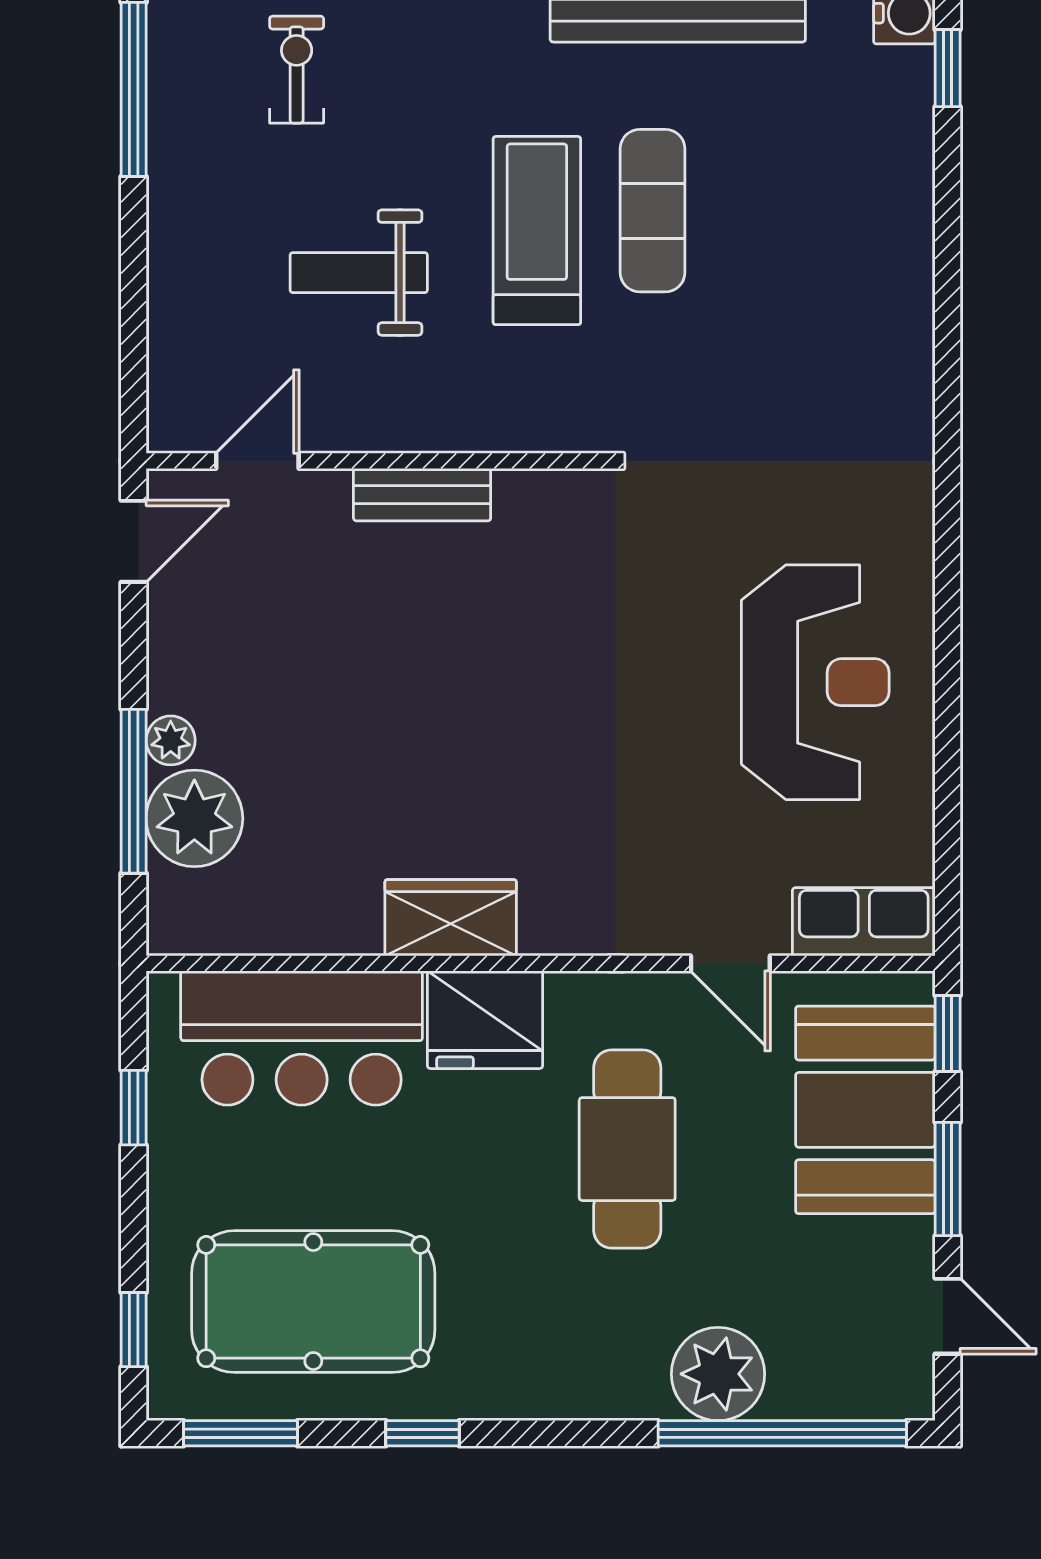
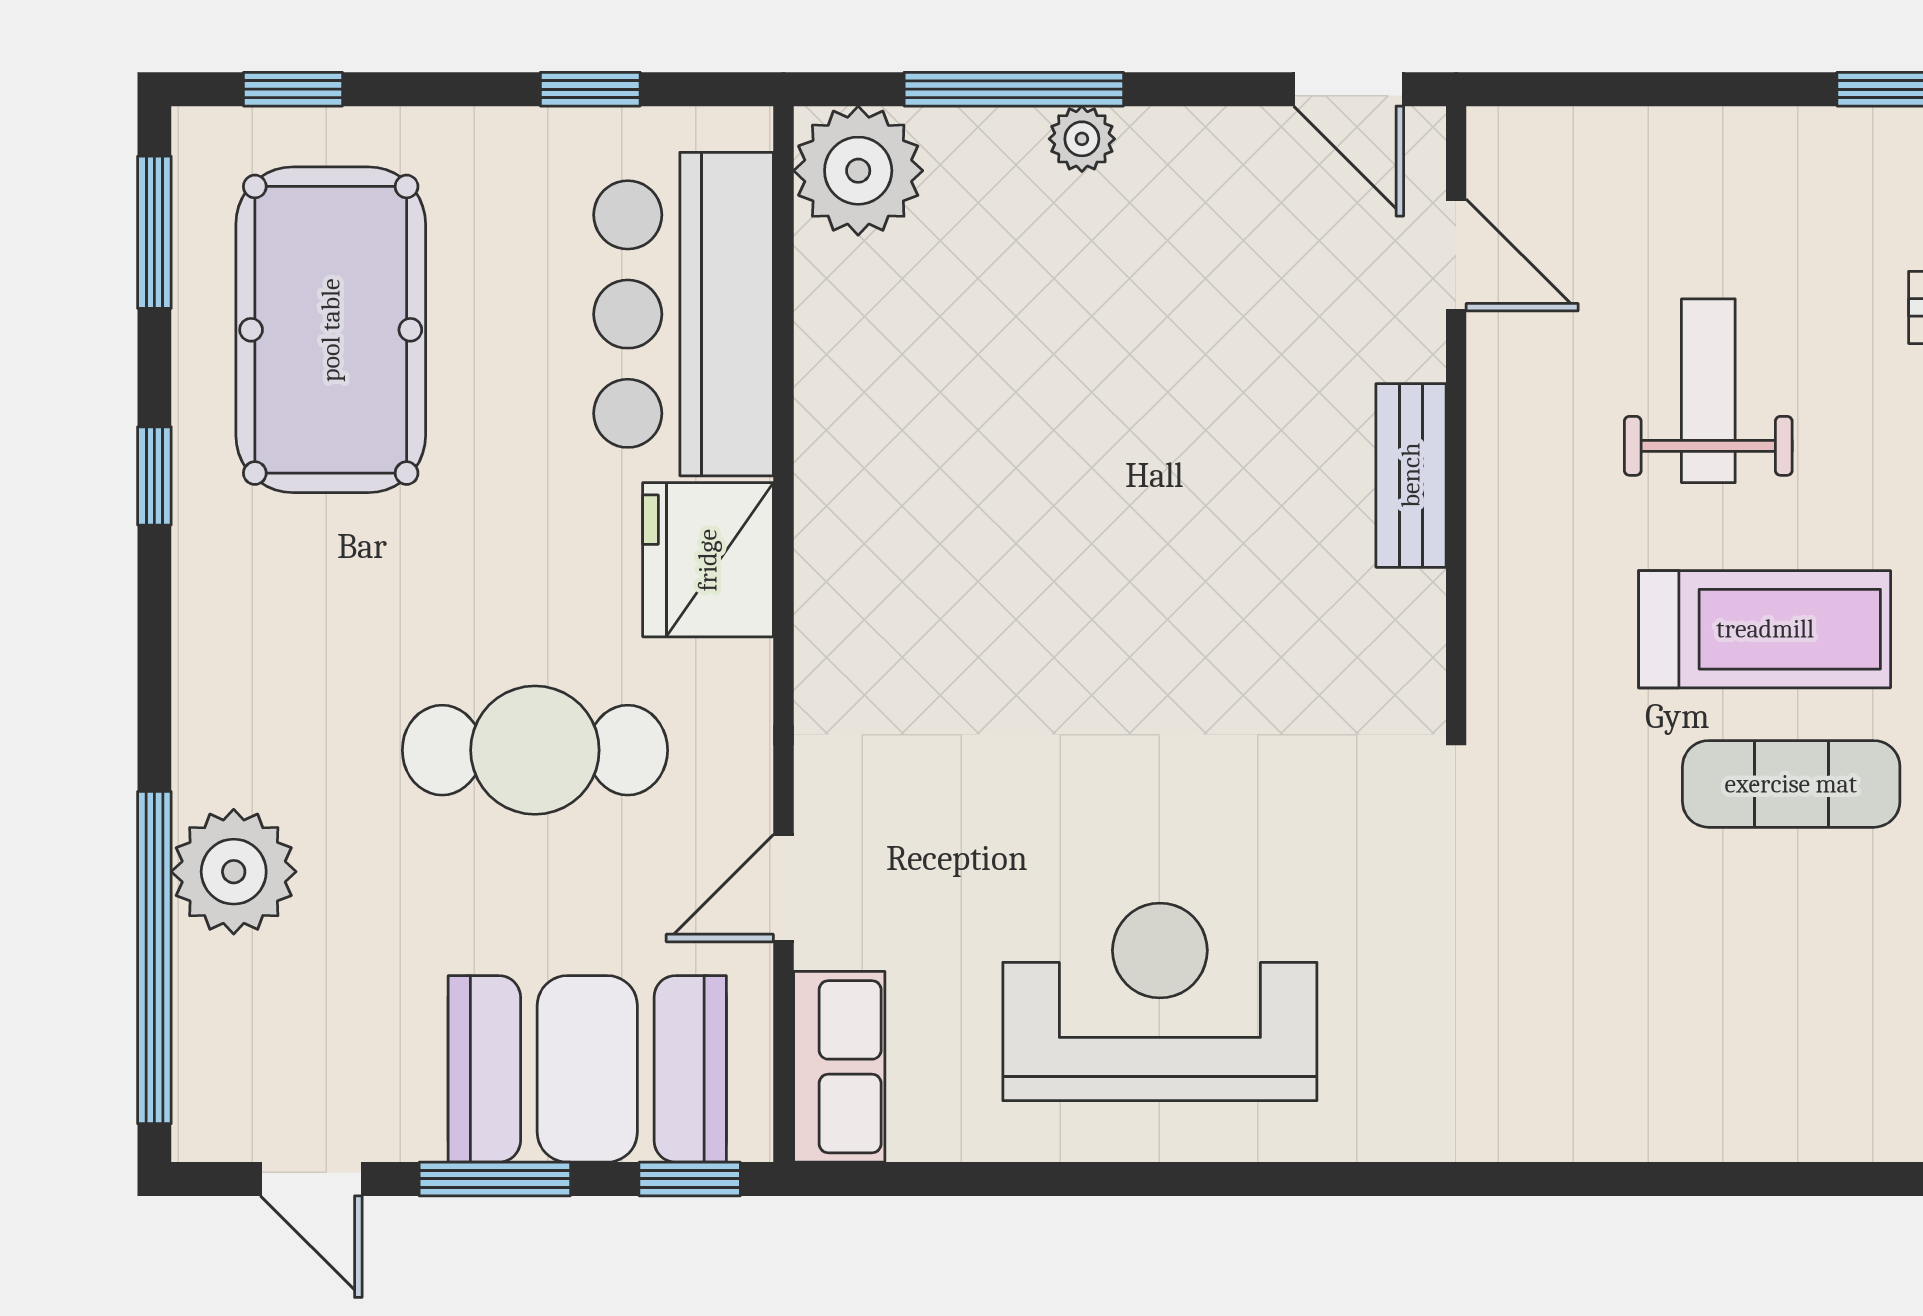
reception desk: (815, 682) -> (1160, 1002), turned 180
plant: (194, 818) -> (858, 171), moved
wardrobe: (451, 918) -> (845, 514), removed
door: (948, 1316) -> (311, 1179), hinge flipped

